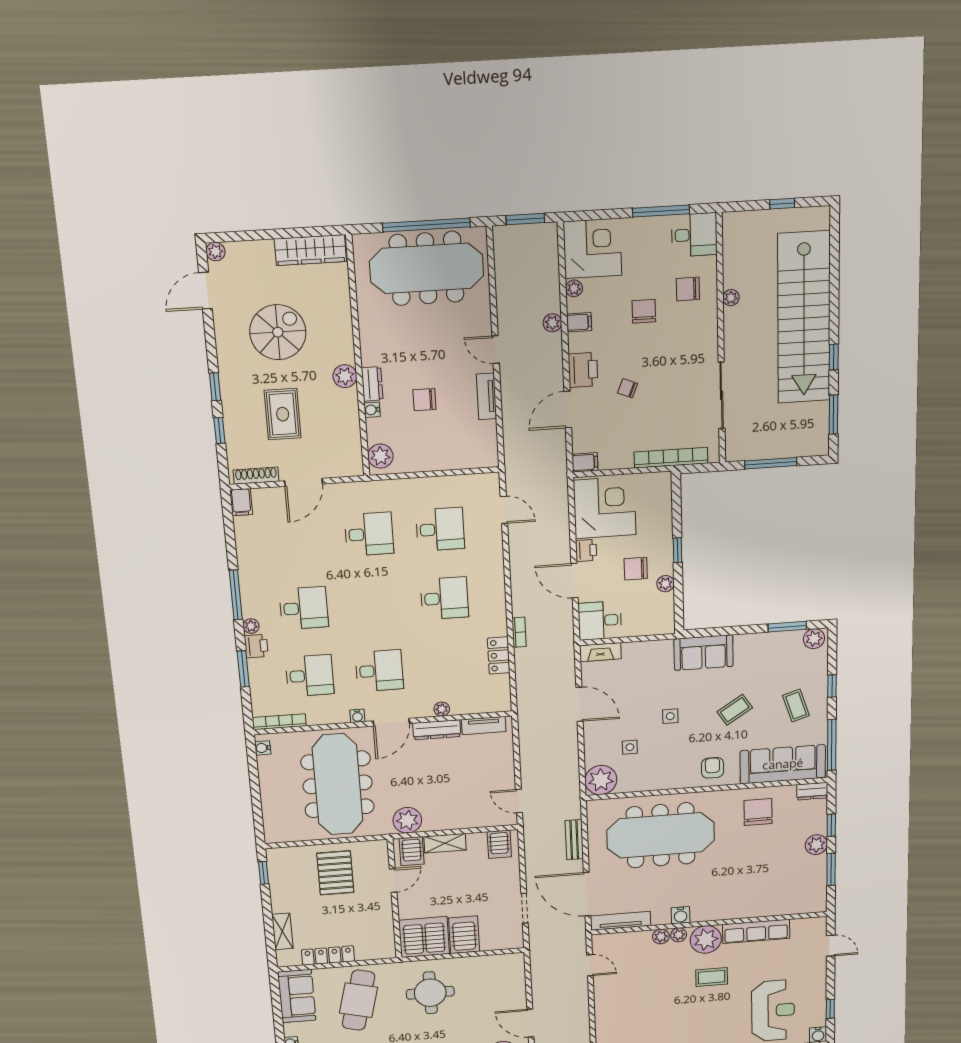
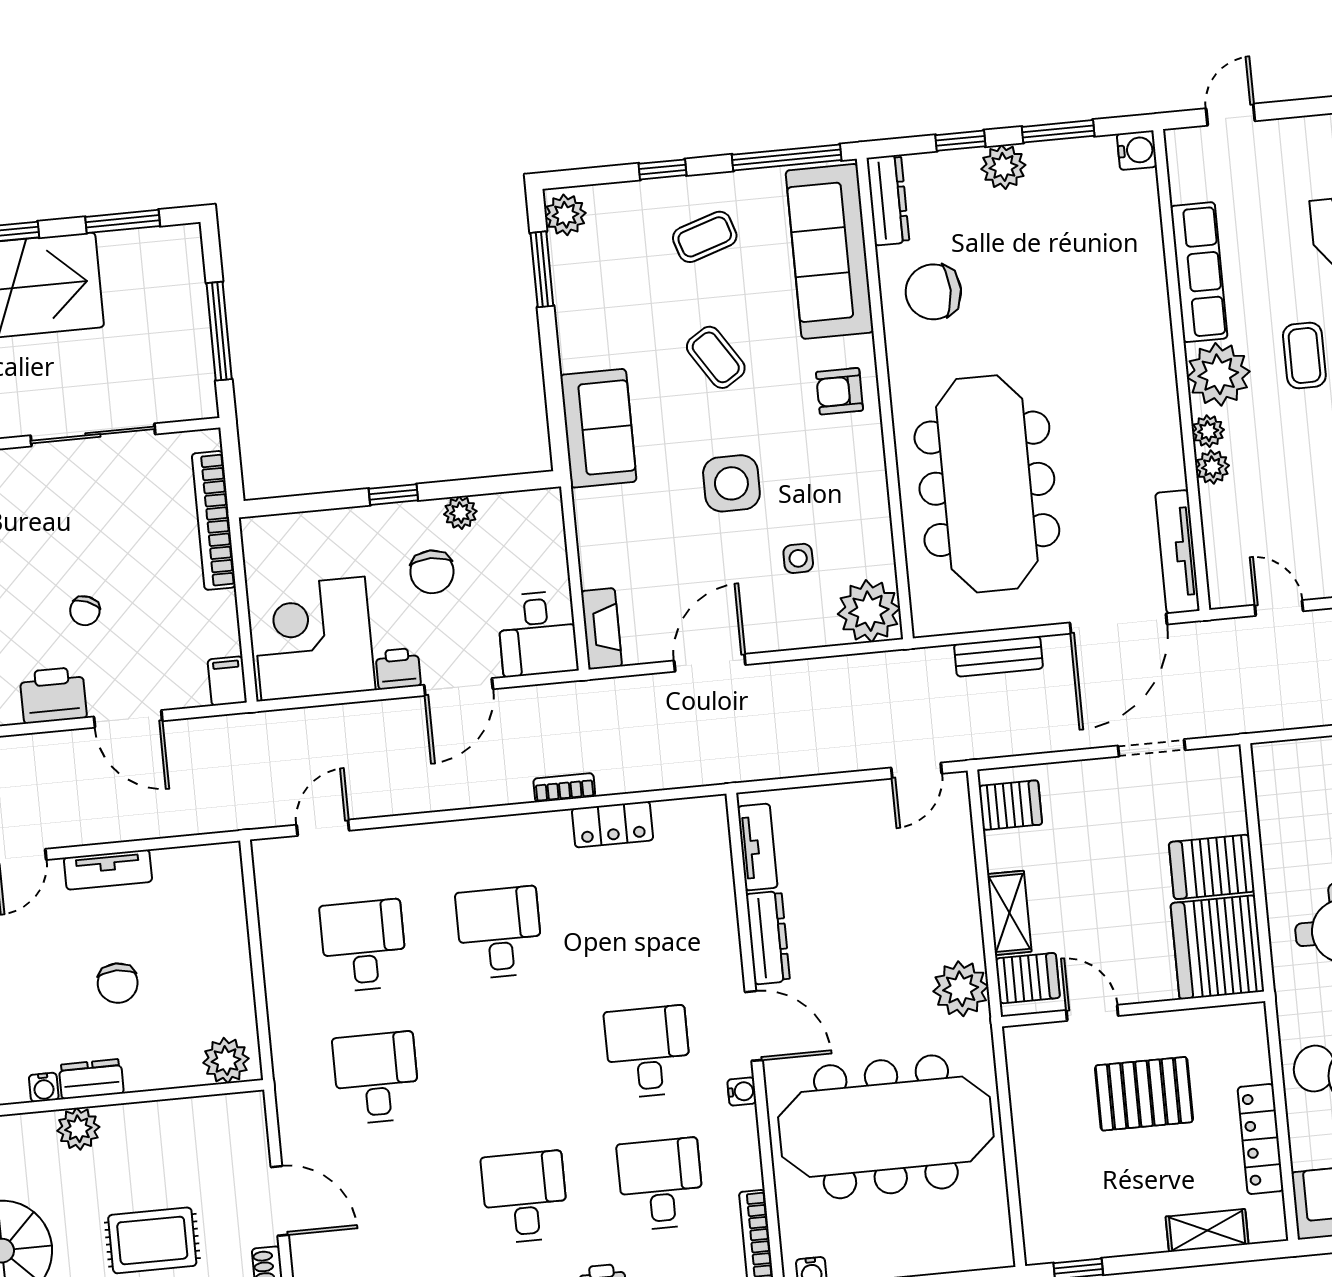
water cooler: (372, 410) -> (44, 1087), moved
plant: (442, 709) -> (725, 930), removed
side table: (670, 716) -> (731, 483), width x1.87, depth x1.87
dresser: (812, 791) -> (888, 200), width x1.44
pallet: (335, 873) -> (1144, 1094), moved
water cooler: (681, 915) -> (1137, 150), moved
door: (590, 965) -> (1279, 608), hinge flipped

